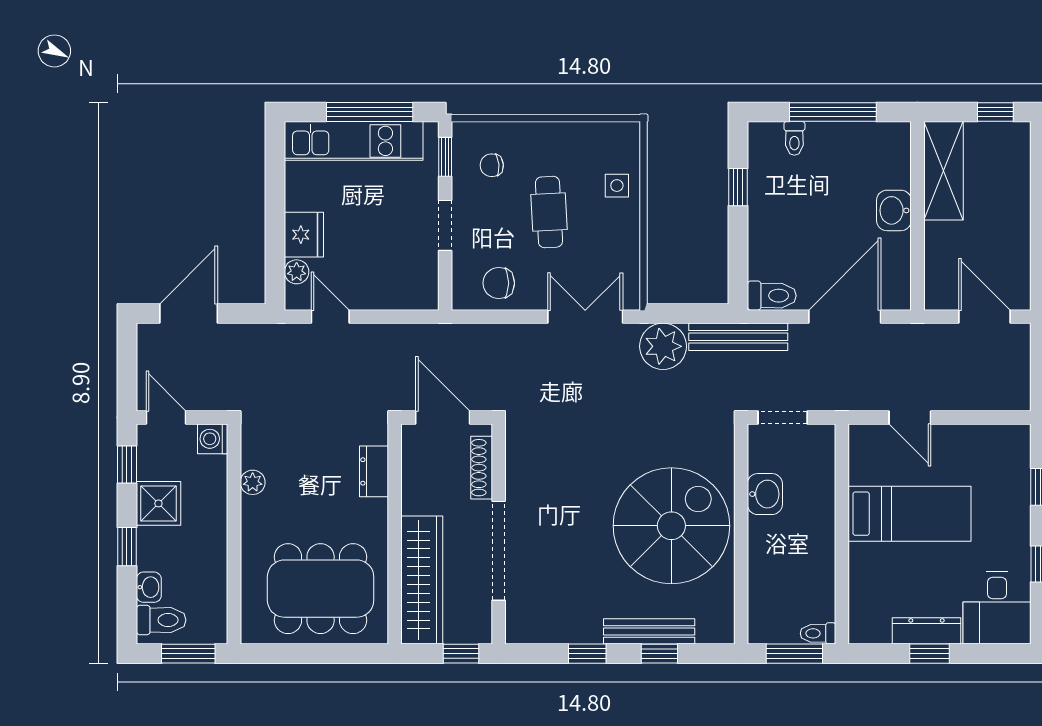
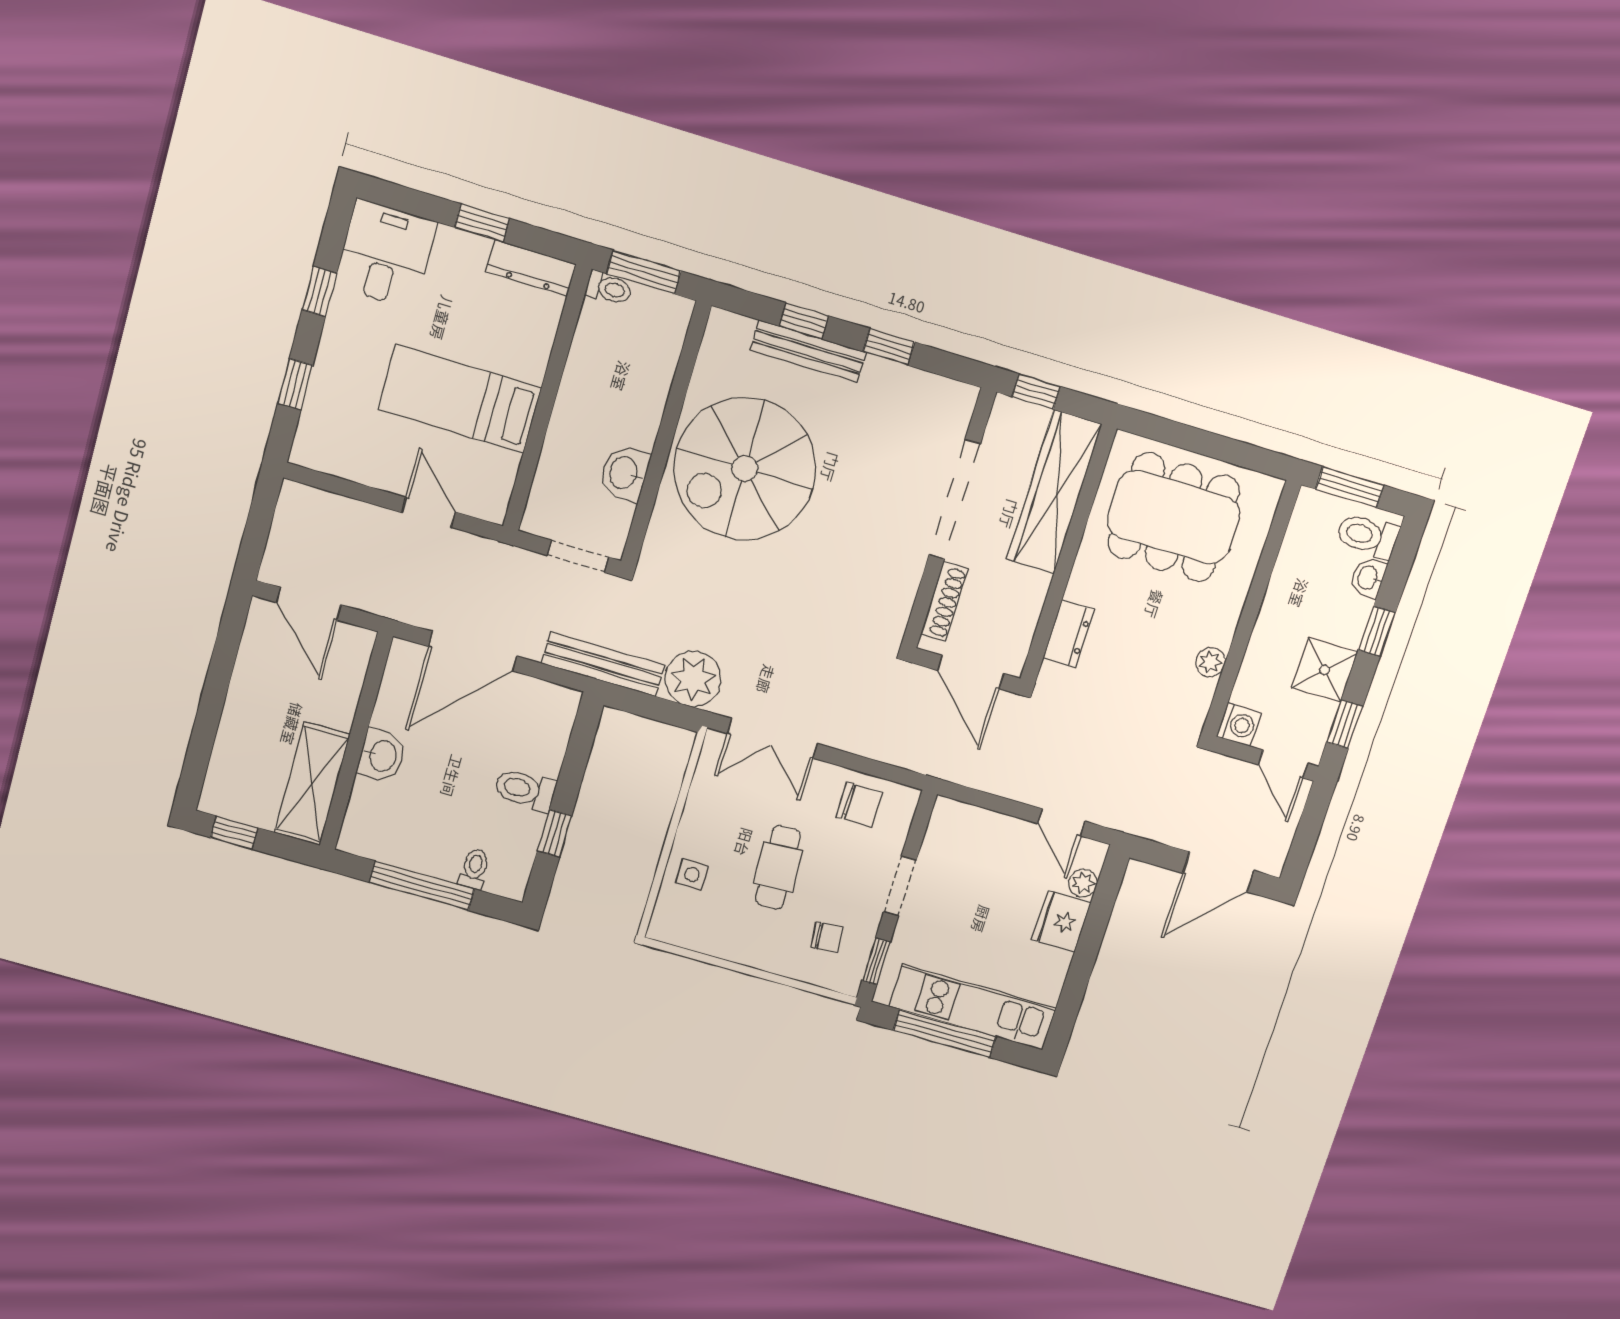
toilet: (772, 296) -> (525, 789), moved
dresser: (927, 631) -> (531, 268), moved

